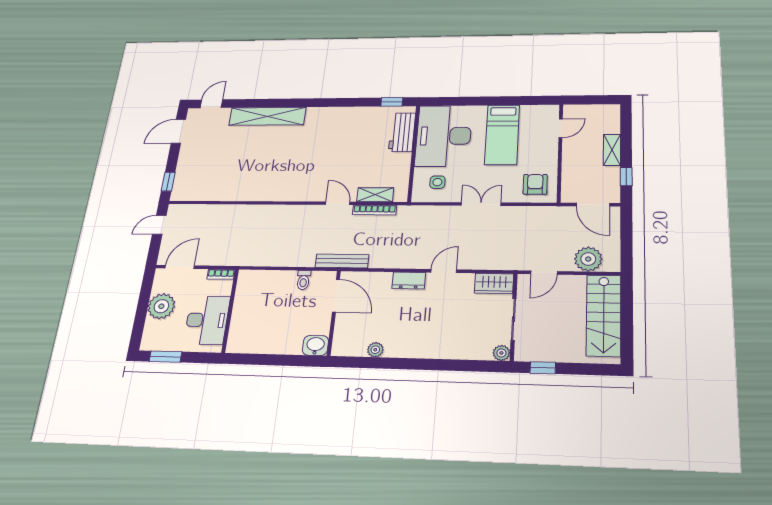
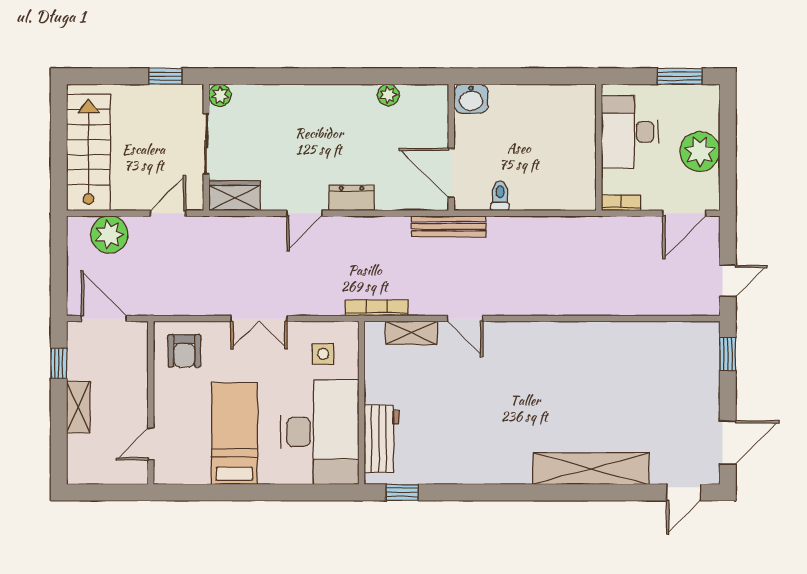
bookcase: (374, 210) -> (377, 308), moved

